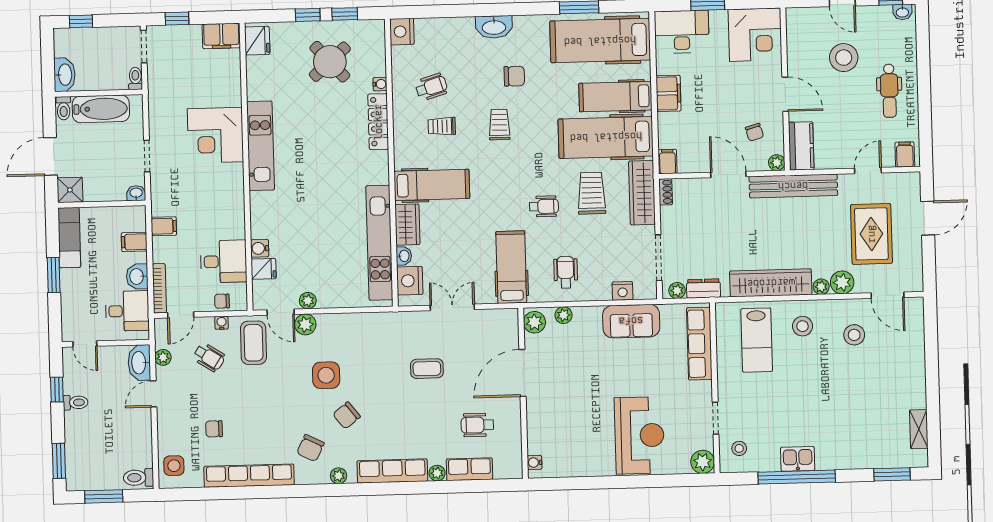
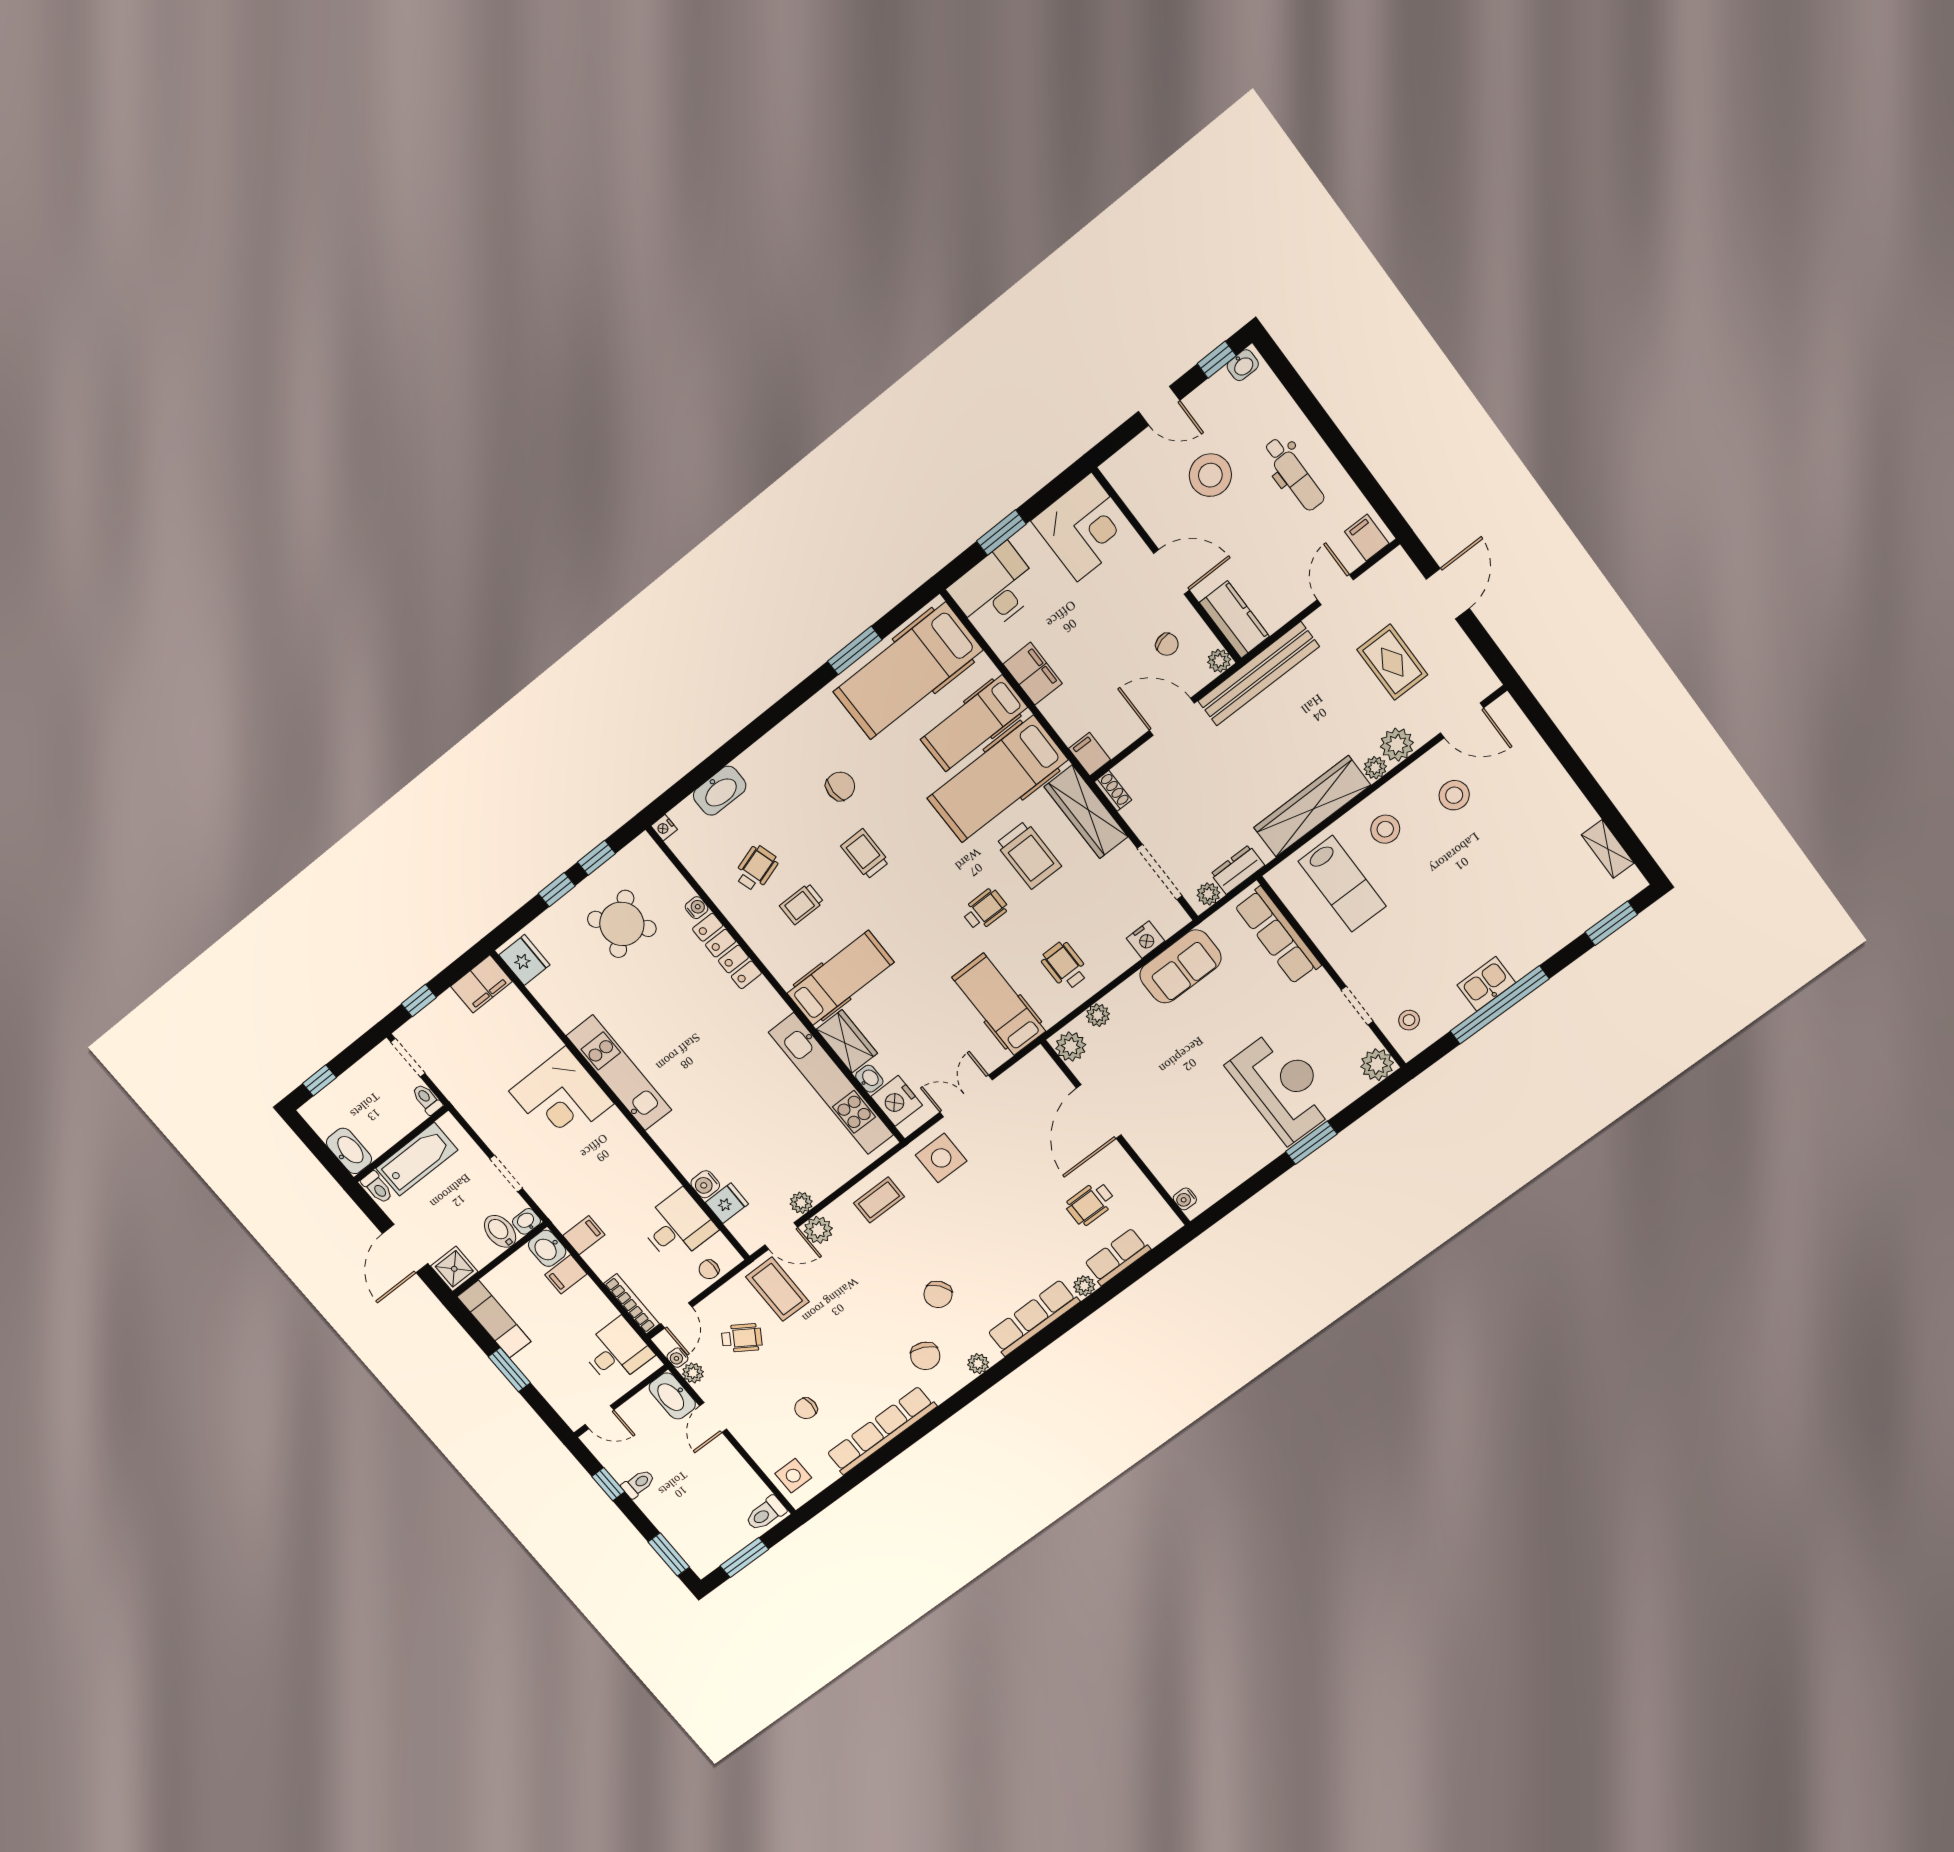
washbasin: (494, 27) -> (720, 791), moved
nightstand: (402, 32) -> (664, 828), width x0.53, depth x0.56
bidet: (116, 188) -> (500, 1231), added
trolley: (592, 193) -> (1028, 855), turned 180
rug: (871, 234) -> (1392, 662), width x0.73, depth x0.70
washbasin: (137, 276) -> (547, 1248), moved
water cooler: (222, 323) -> (677, 1358), moved, turned -90
coffee table: (427, 369) -> (879, 1200), moved
side table: (326, 375) -> (941, 1158), moved
window: (632, 482) -> (1311, 1143), added

